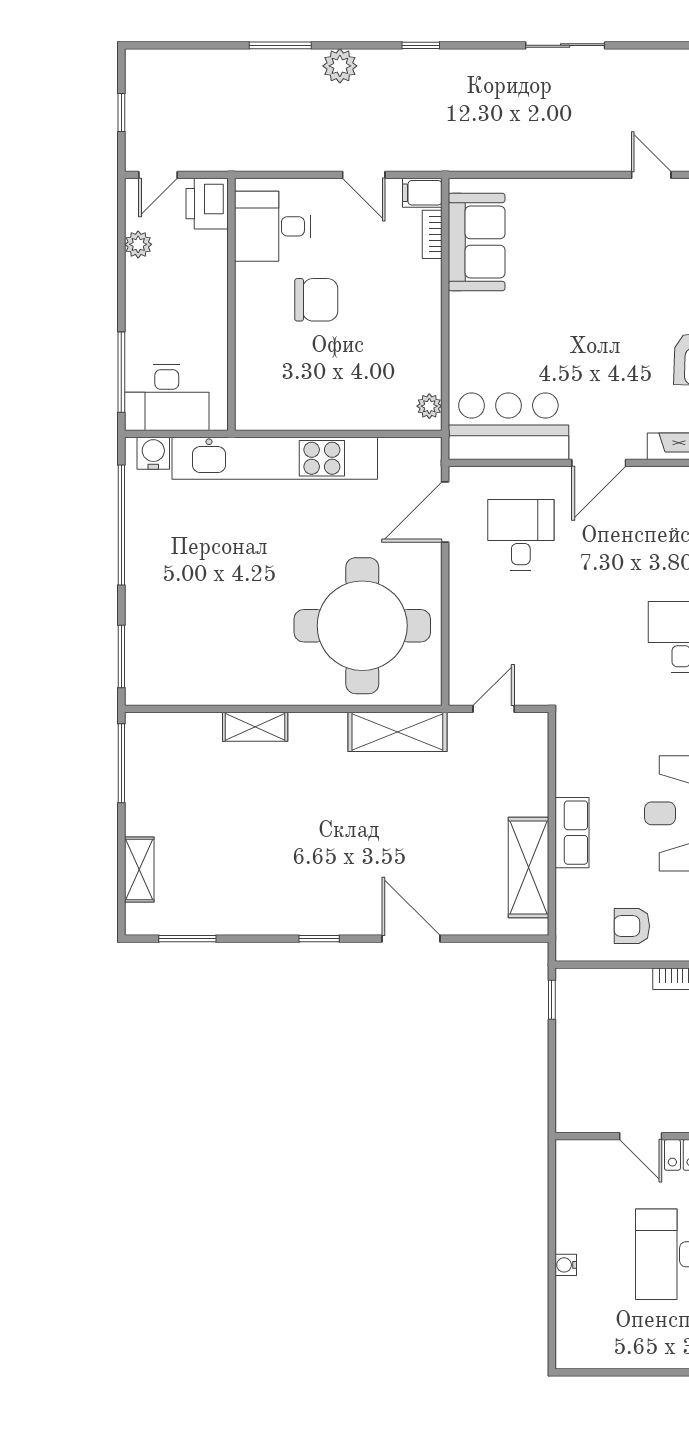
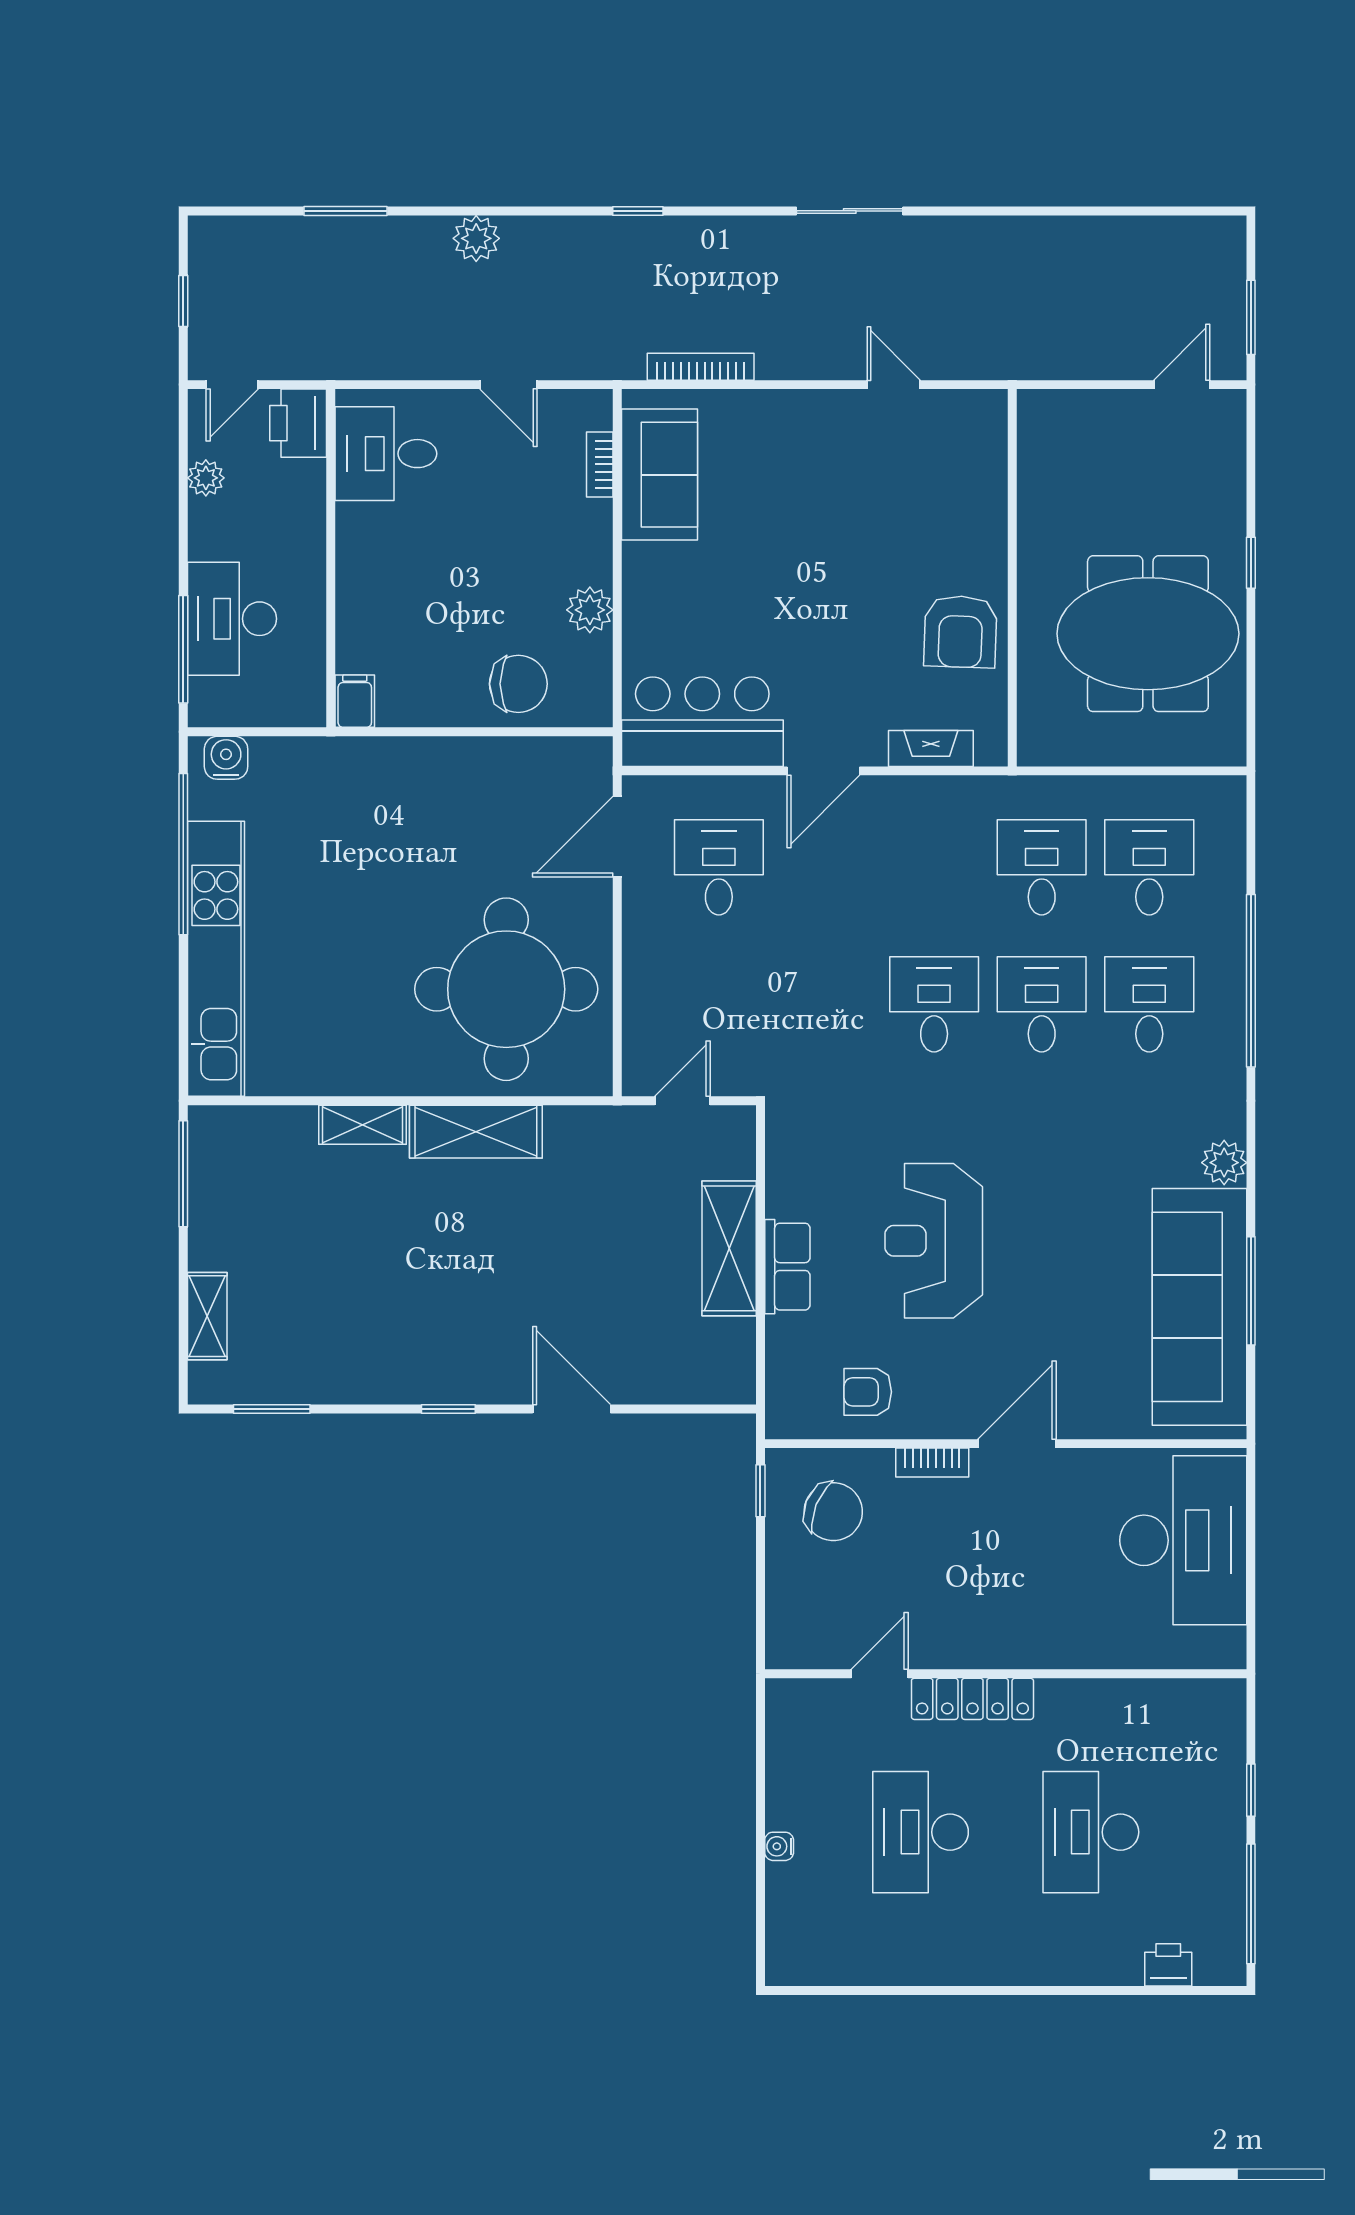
window: (280, 45) -> (346, 211), moved
window: (421, 45) -> (638, 211), moved
sliding door: (565, 45) -> (850, 211), moved
bookcase: (507, 161) -> (701, 367), added
filing cabinet: (422, 193) -> (355, 701), moved, turned 90
chair: (316, 300) -> (518, 684), moved
desk: (167, 397) -> (232, 619), moved, turned 90
plant: (429, 406) -> (590, 610), moved, width x1.38, depth x1.38
kitchen unit: (275, 458) -> (216, 959), moved, turned -90
window: (121, 657) -> (183, 1031), removed
shelving: (397, 732) -> (476, 1132), moved
shelving: (528, 868) -> (729, 1248), moved
chair: (606, 1015) -> (833, 1512), added
door: (641, 1136) -> (880, 1674), swing flipped

